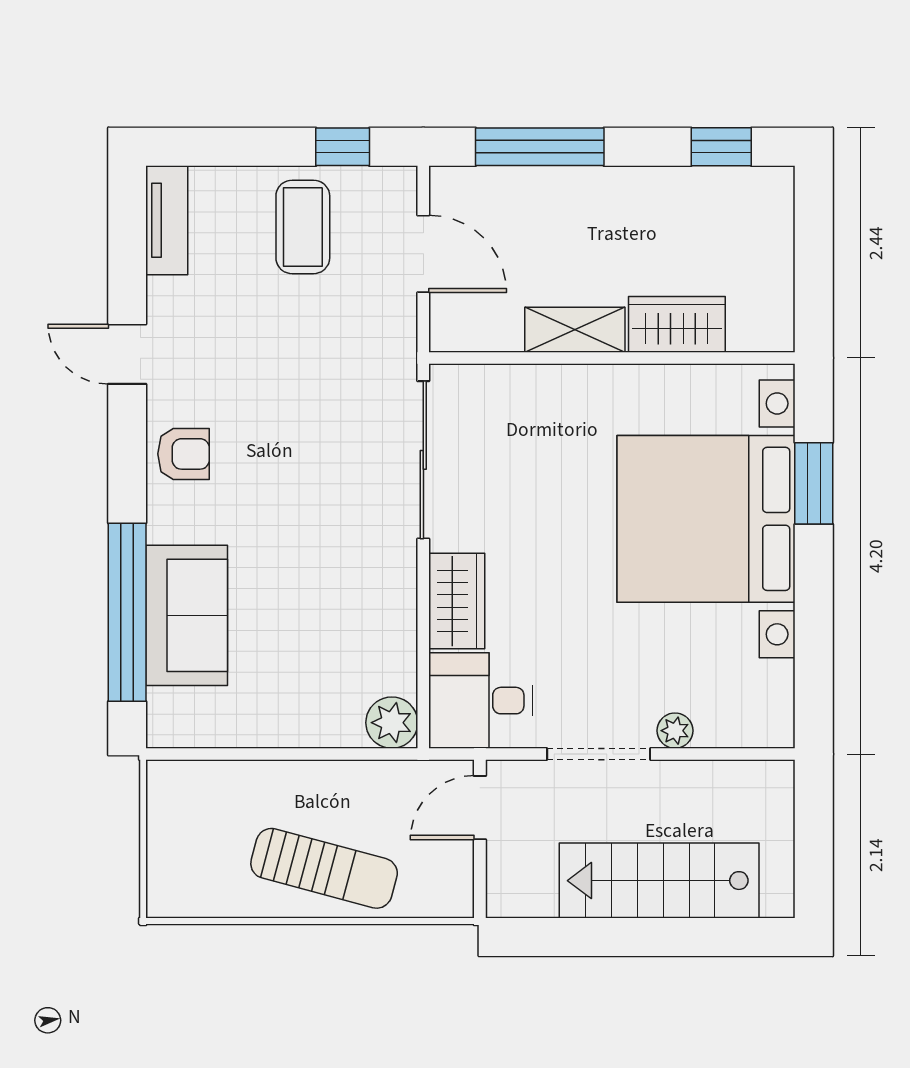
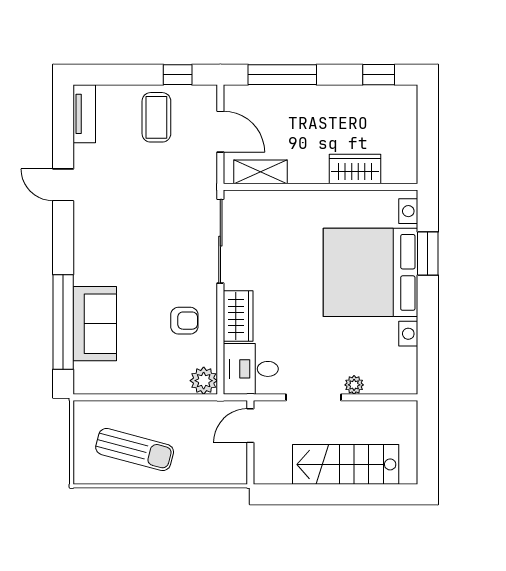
shelving: (575, 330) -> (260, 172), moved
armchair: (184, 454) -> (184, 321), moved
sun lounger: (324, 868) -> (135, 450), moved

